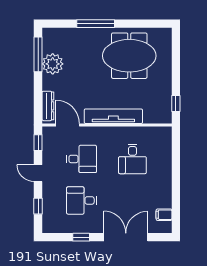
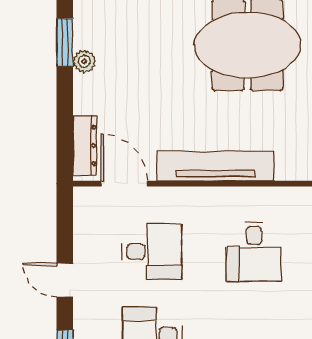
window: (38, 54) -> (65, 42), width x0.69
plant: (53, 64) -> (84, 61), width x0.53, depth x0.53
window: (38, 143) -> (65, 219), removed

